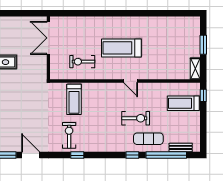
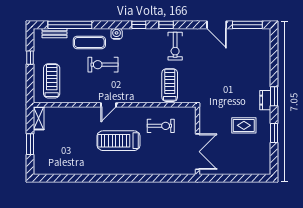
treadmill: (121, 48) -> (118, 141), turned 180
door: (131, 81) -> (109, 105), swing flipped
window: (203, 95) -> (30, 58), moved
treadmill: (183, 103) -> (52, 81), turned -90
water cooler: (123, 147) -> (117, 34), added
window: (132, 155) -> (139, 25), moved

